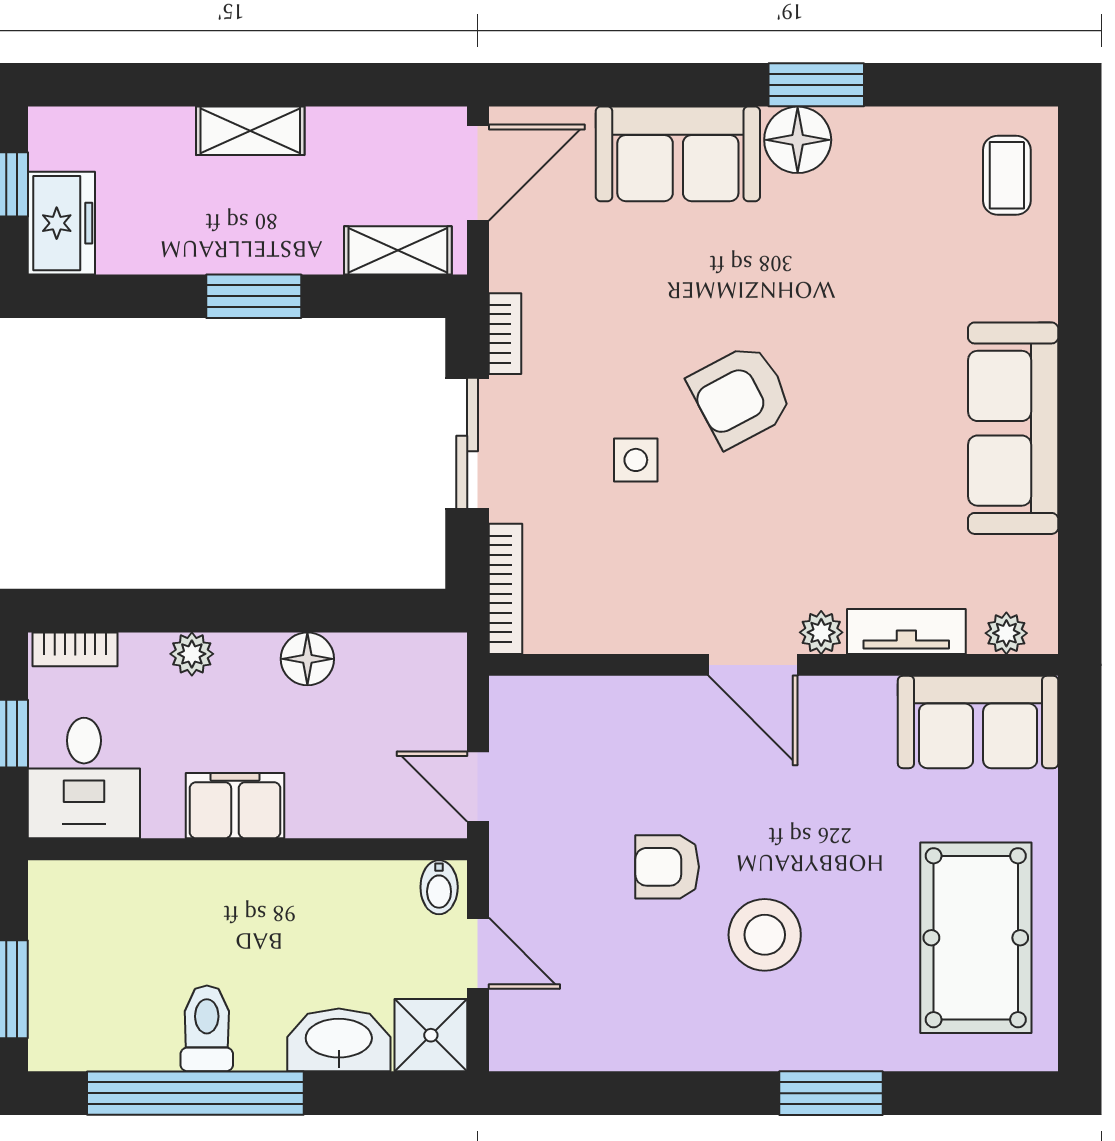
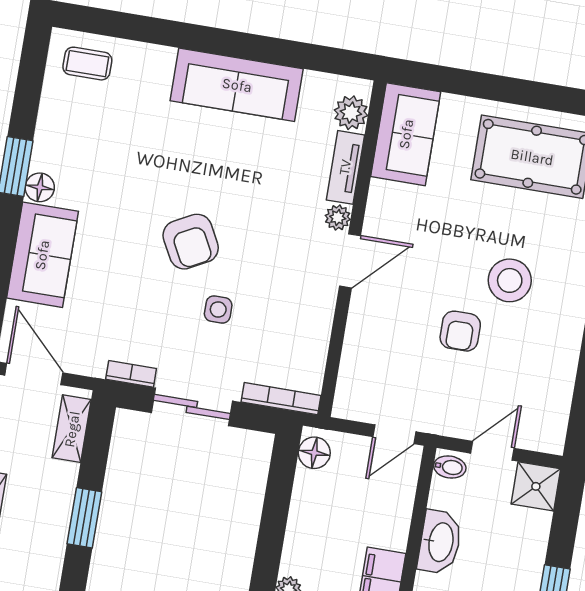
floor lamp: (798, 140) -> (40, 187), width x0.73, depth x0.73
plant: (1006, 633) -> (351, 113), width x1.38, depth x1.38
floor lamp: (307, 659) -> (314, 453), moved
washbasin: (339, 1040) -> (440, 542), moved, turned 180

